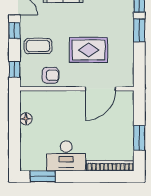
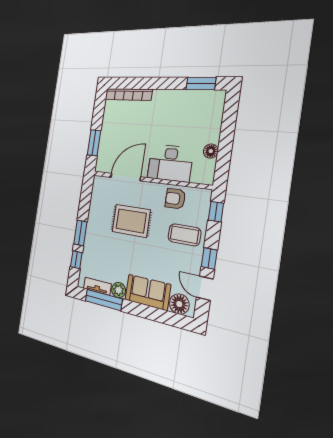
window: (139, 138) -> (94, 143), moved
desk: (66, 156) -> (170, 163), moved, turned 180

